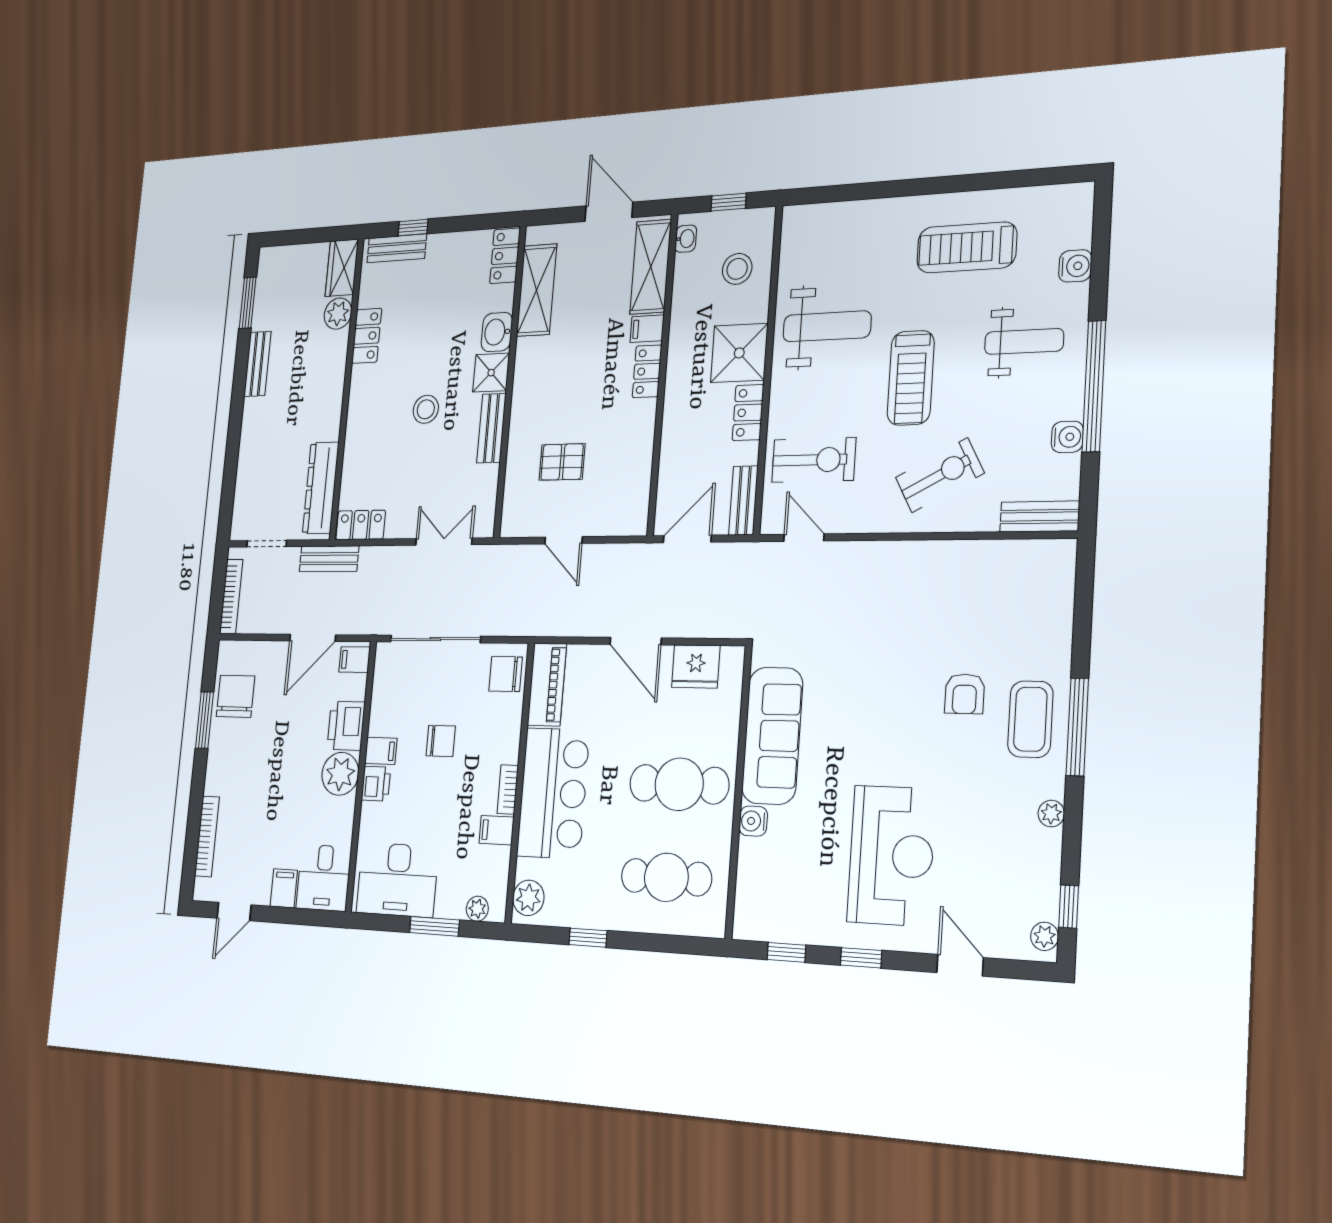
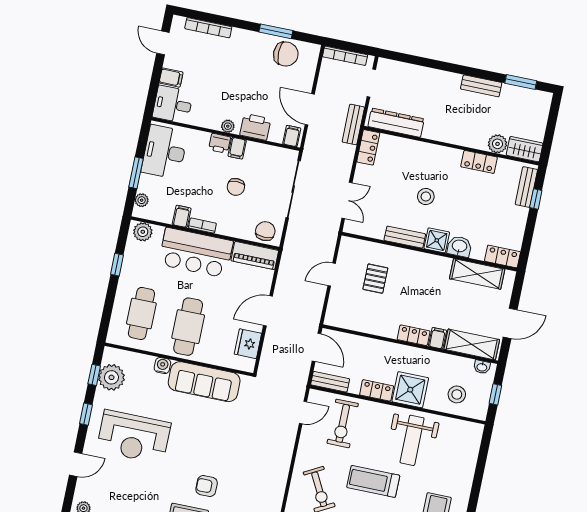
plant: (340, 774) -> (228, 126), width x0.53, depth x0.53
plant: (787, 917) -> (111, 377), added

